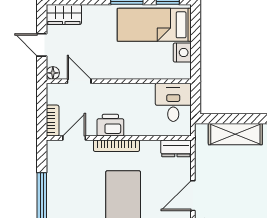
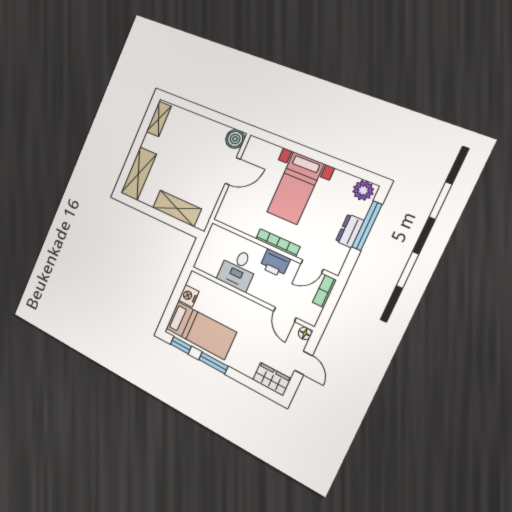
desk: (173, 102) -> (238, 269), moved
dresser: (176, 148) -> (350, 231), moved, turned -90

